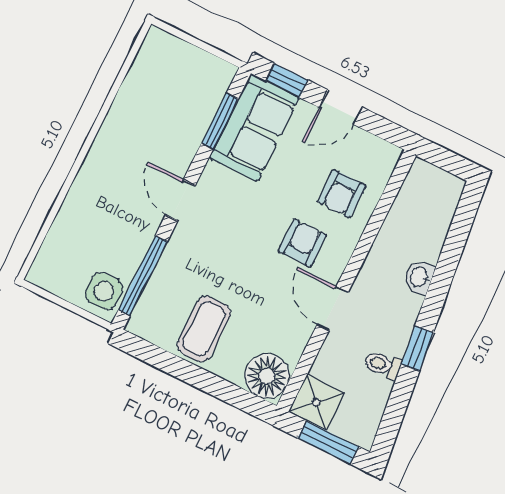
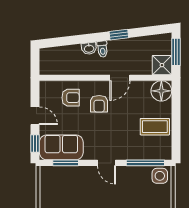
door: (180, 200) -> (107, 163), hinge flipped
armchair: (302, 243) -> (99, 104), turned -90
toilet: (383, 365) -> (102, 49), moved

